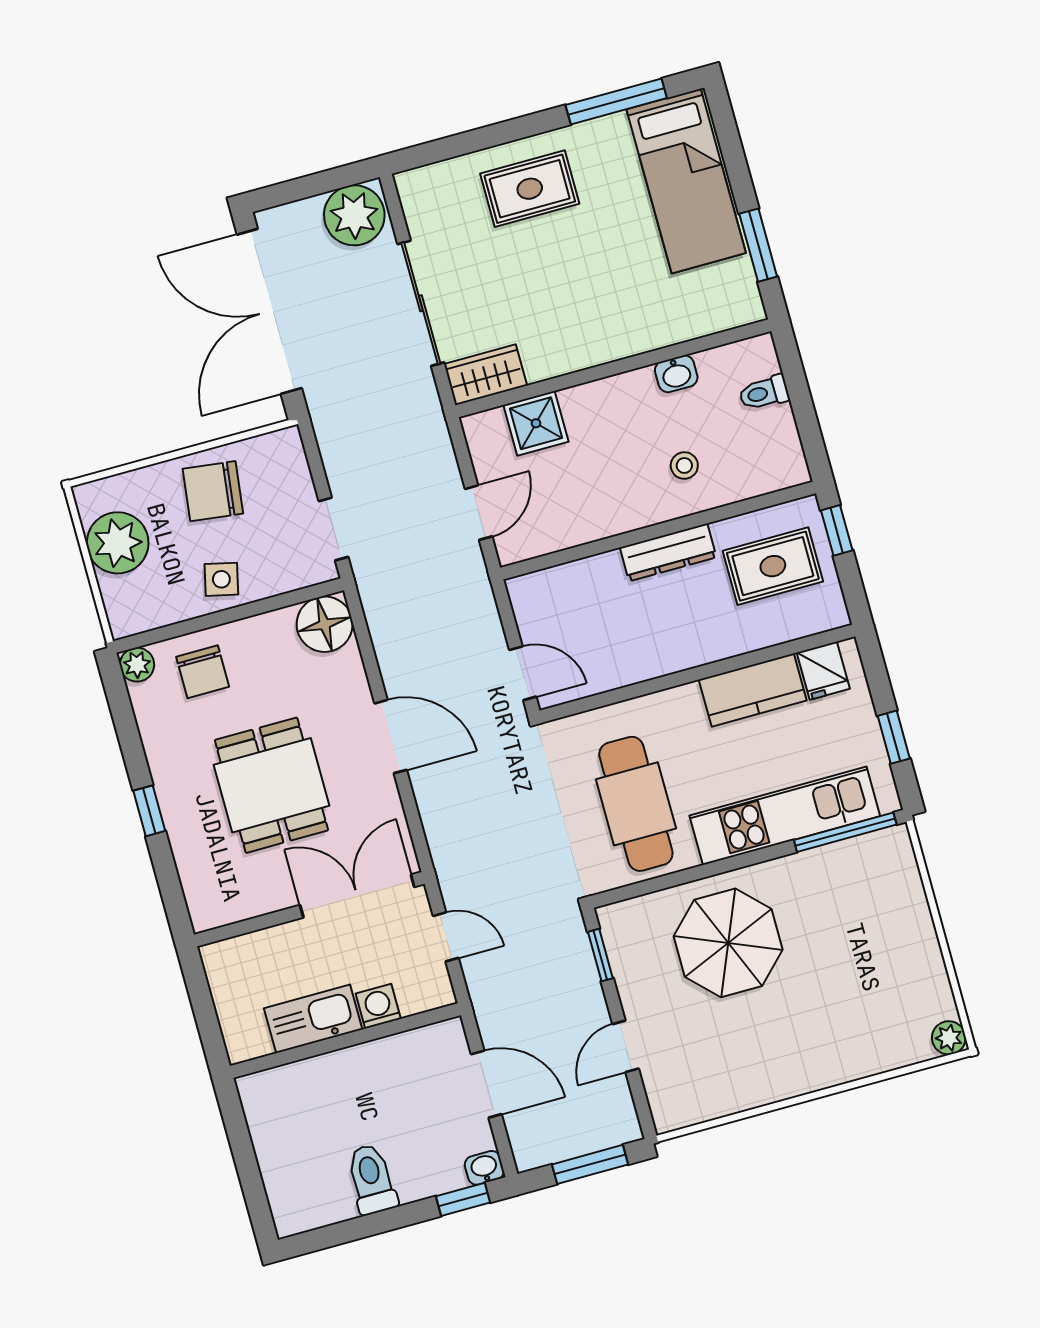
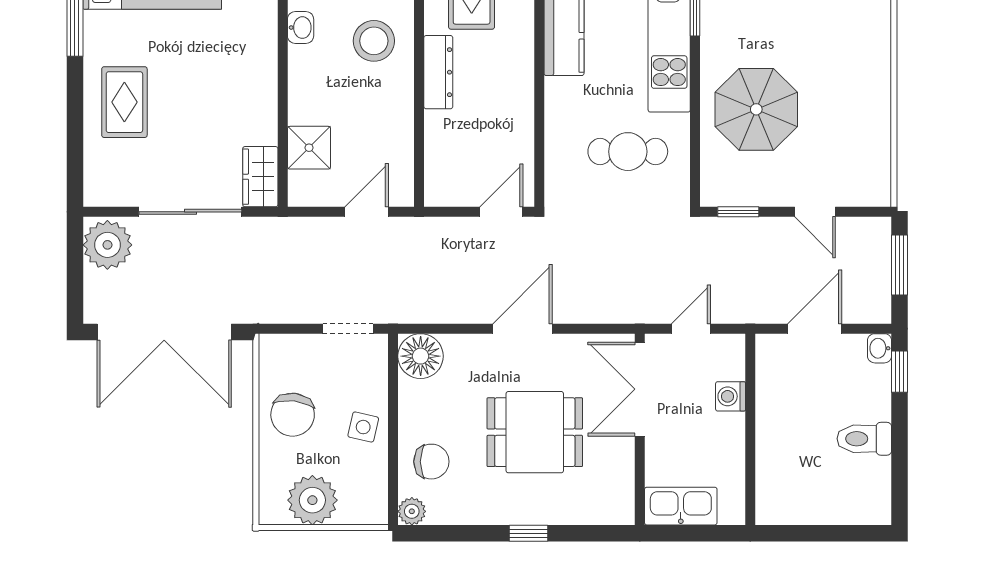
stool: (684, 466) -> (374, 41), width x1.89, depth x1.89
door: (479, 513) -> (367, 212), hinge flipped
cafe table: (636, 804) -> (628, 152), width x0.73, depth x0.74
kitchen sink: (313, 1019) -> (681, 506), moved, turned 90

